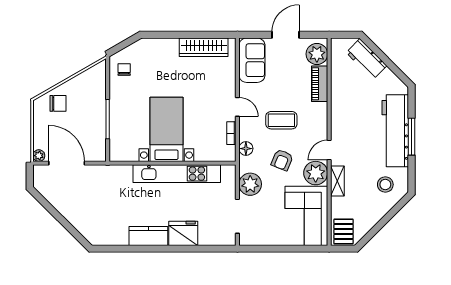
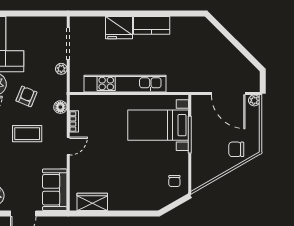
wardrobe: (204, 47) -> (92, 202), width x0.67
door: (237, 107) -> (68, 146), swing flipped
bed with nightstands: (166, 129) -> (158, 125), moved, turned 90
plant: (250, 184) -> (61, 69), width x0.53, depth x0.53

